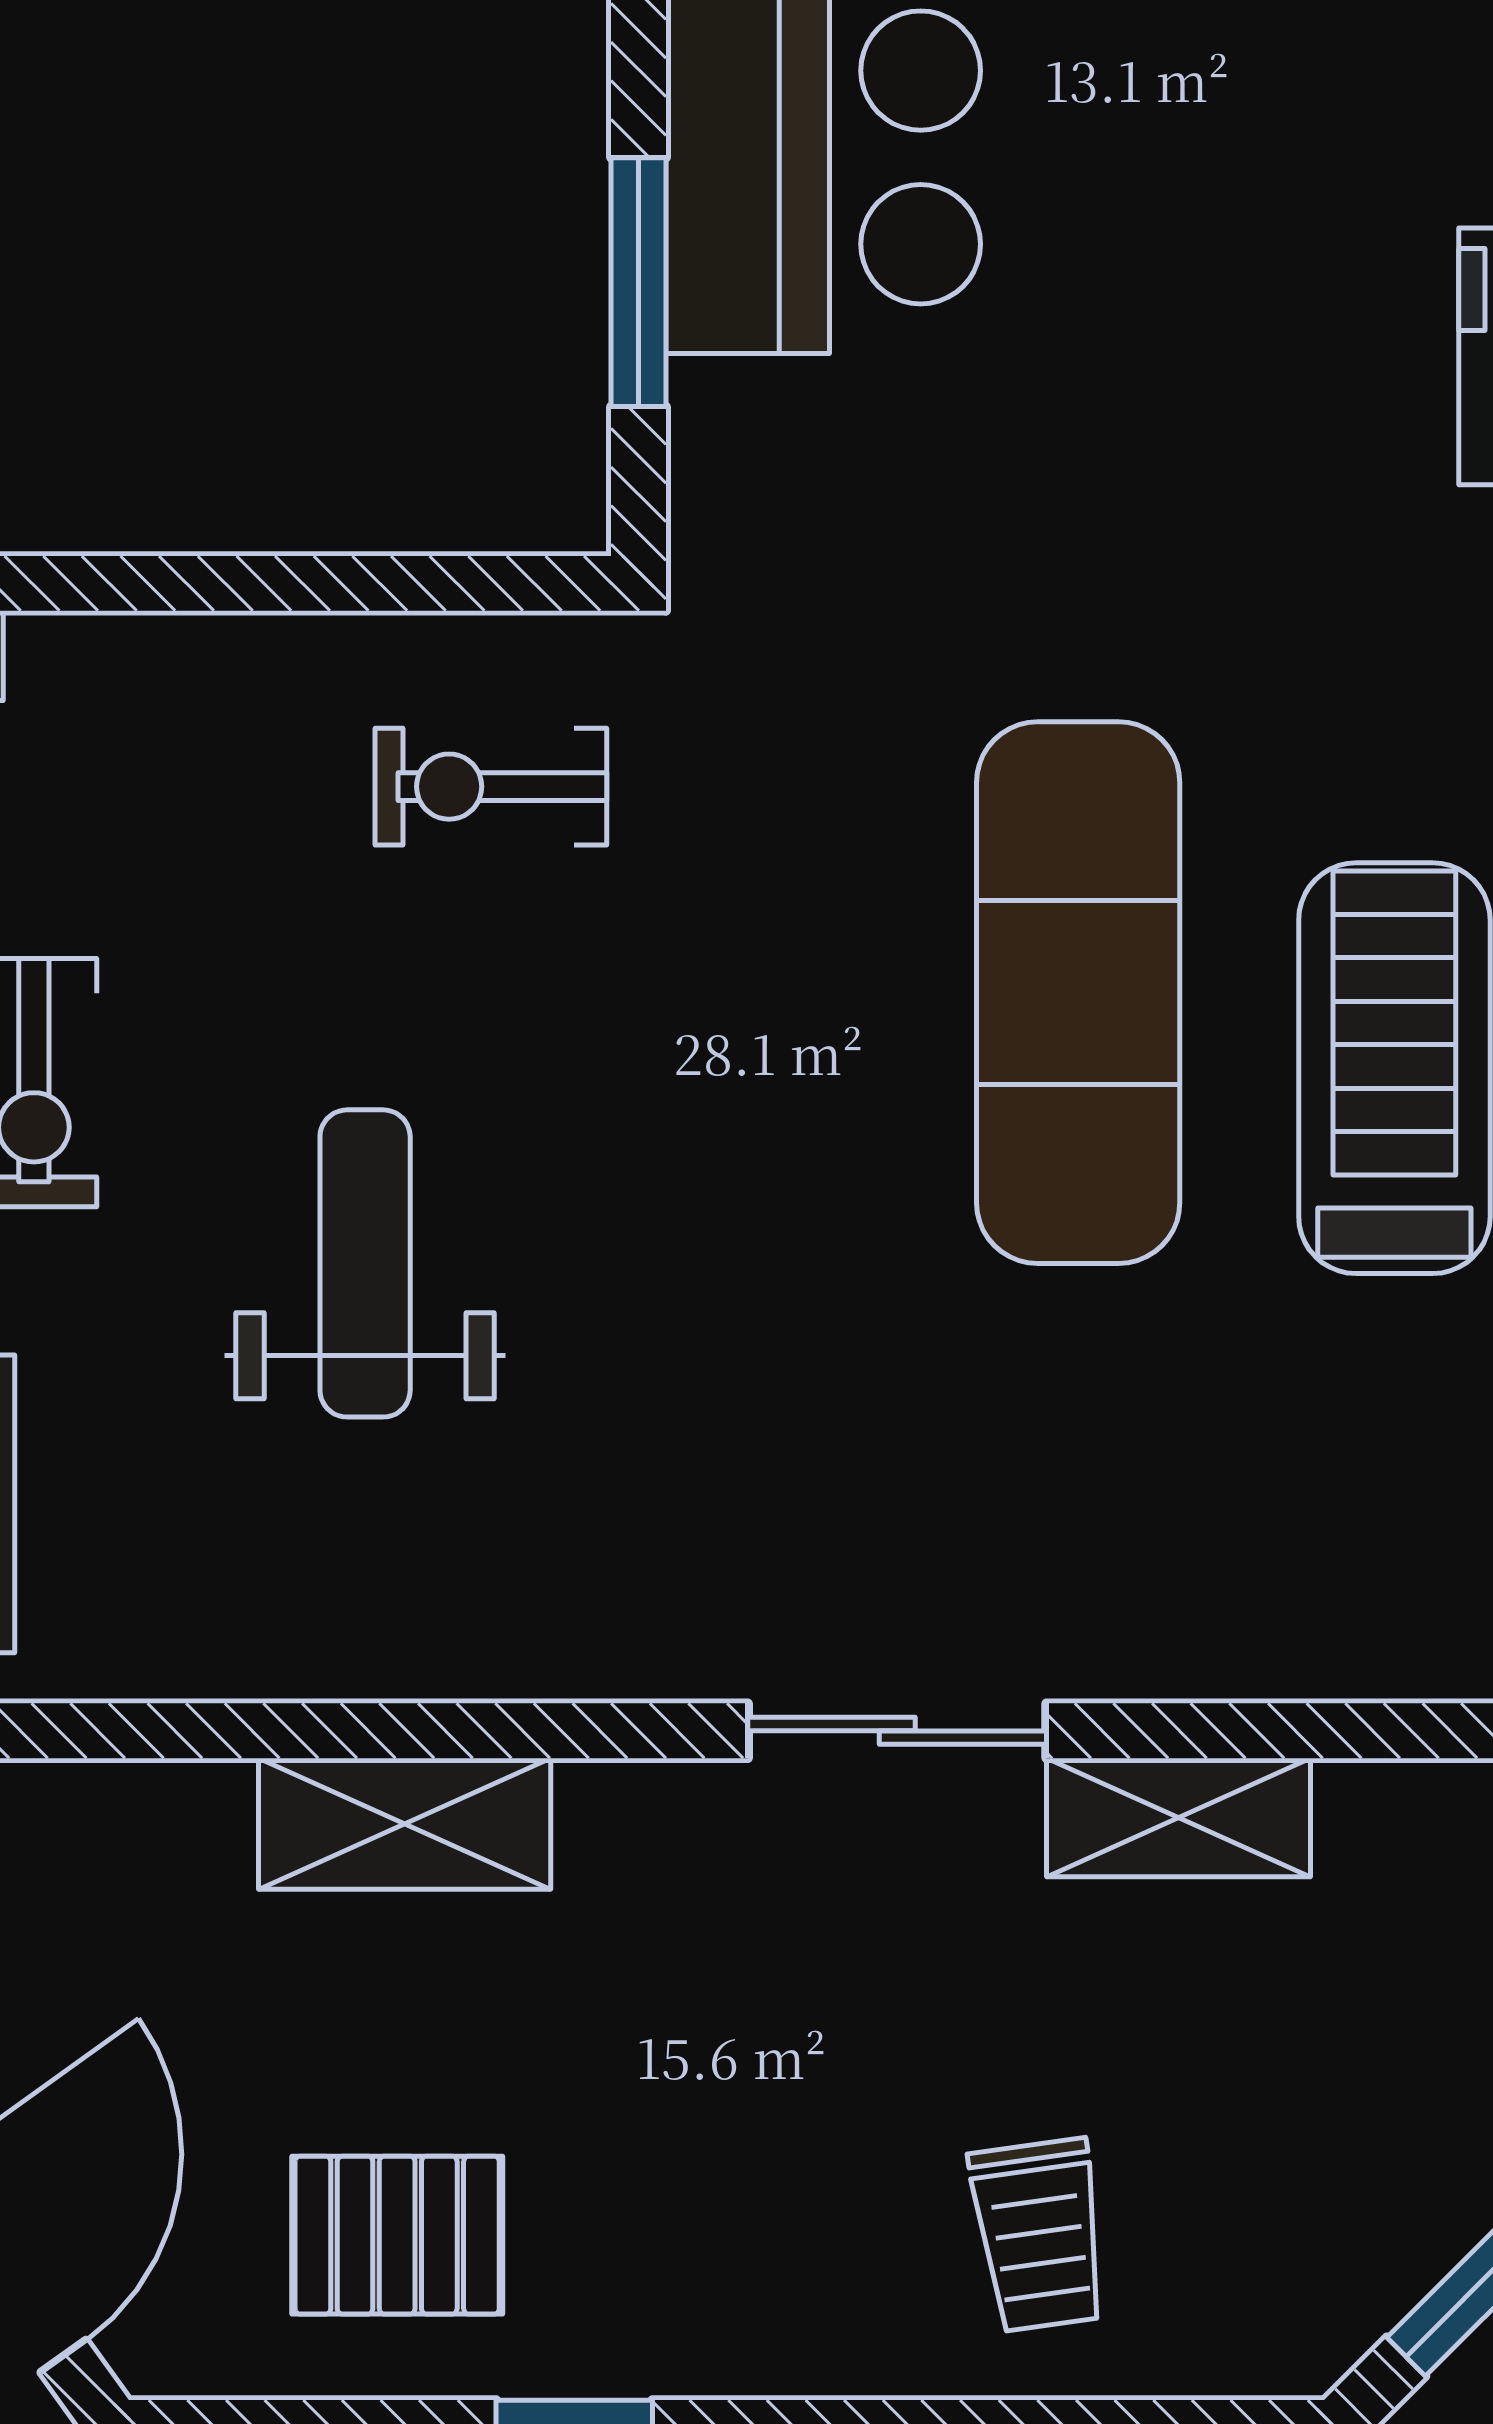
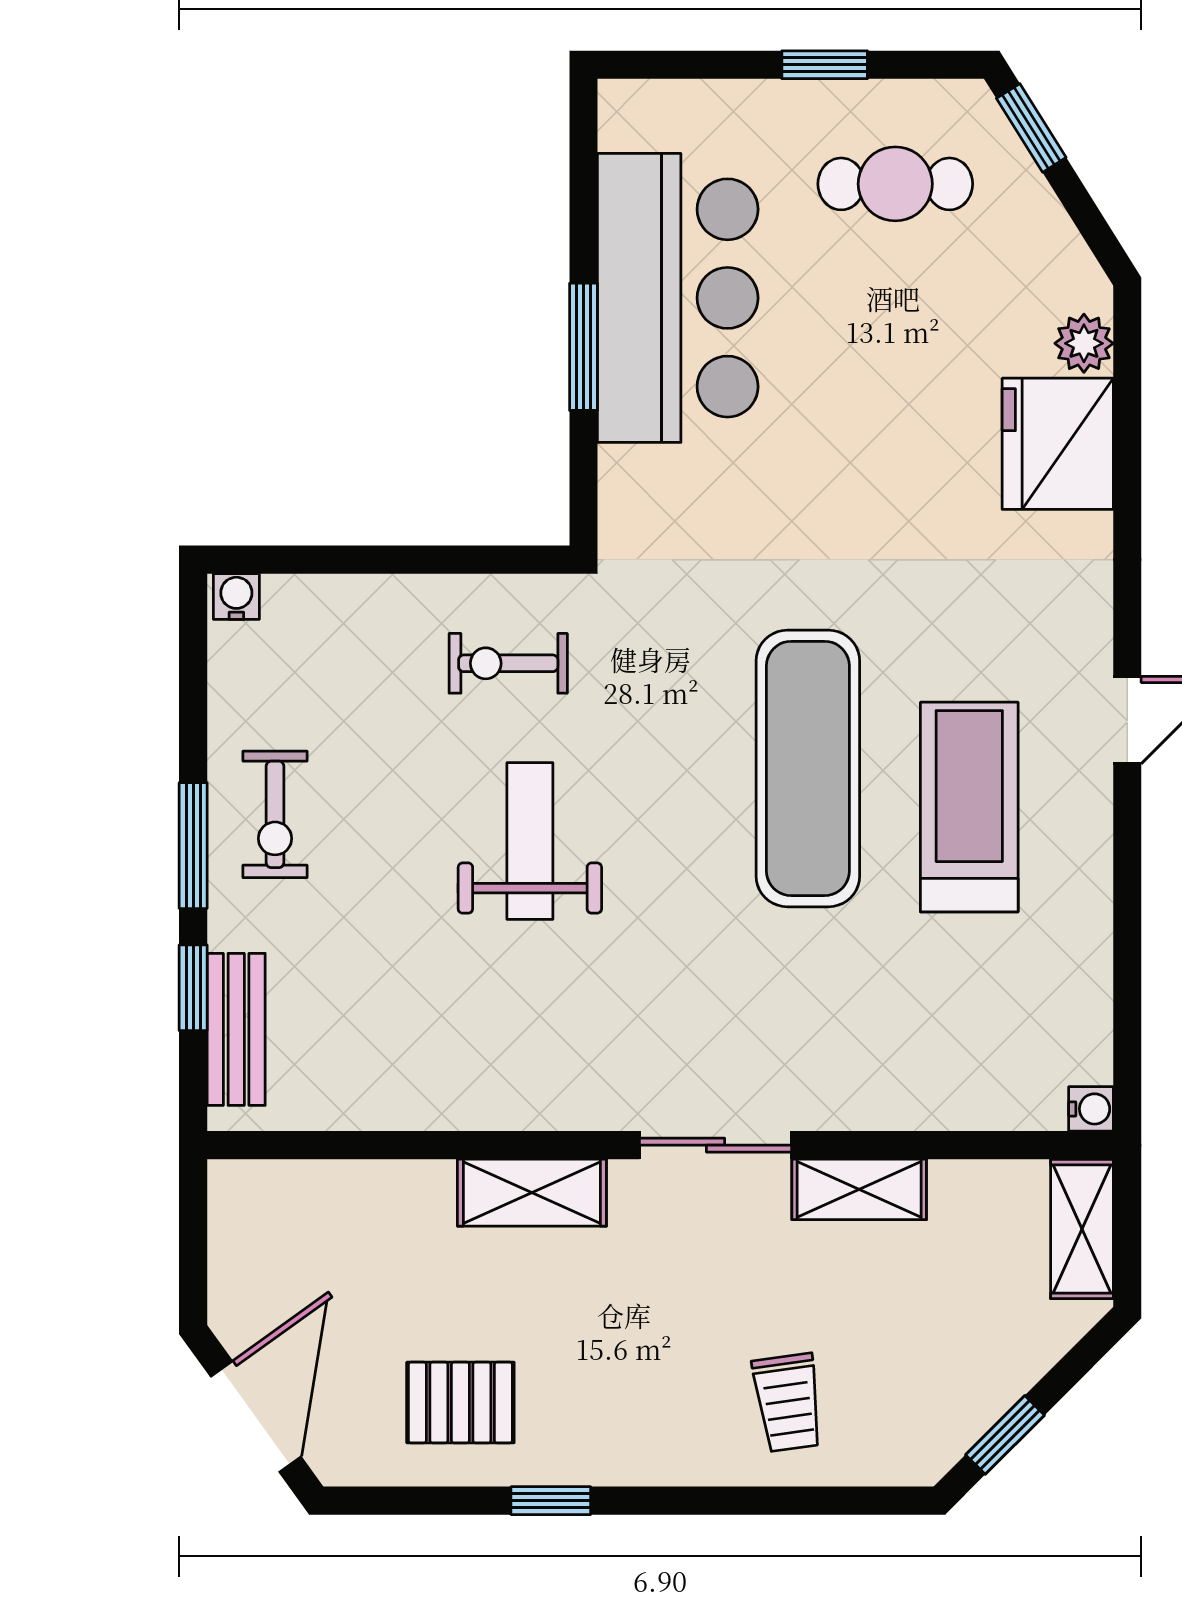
window: (638, 282) -> (584, 347), moved
weight bench: (365, 1263) -> (530, 841), moved
shelving: (405, 1824) -> (532, 1193), moved

